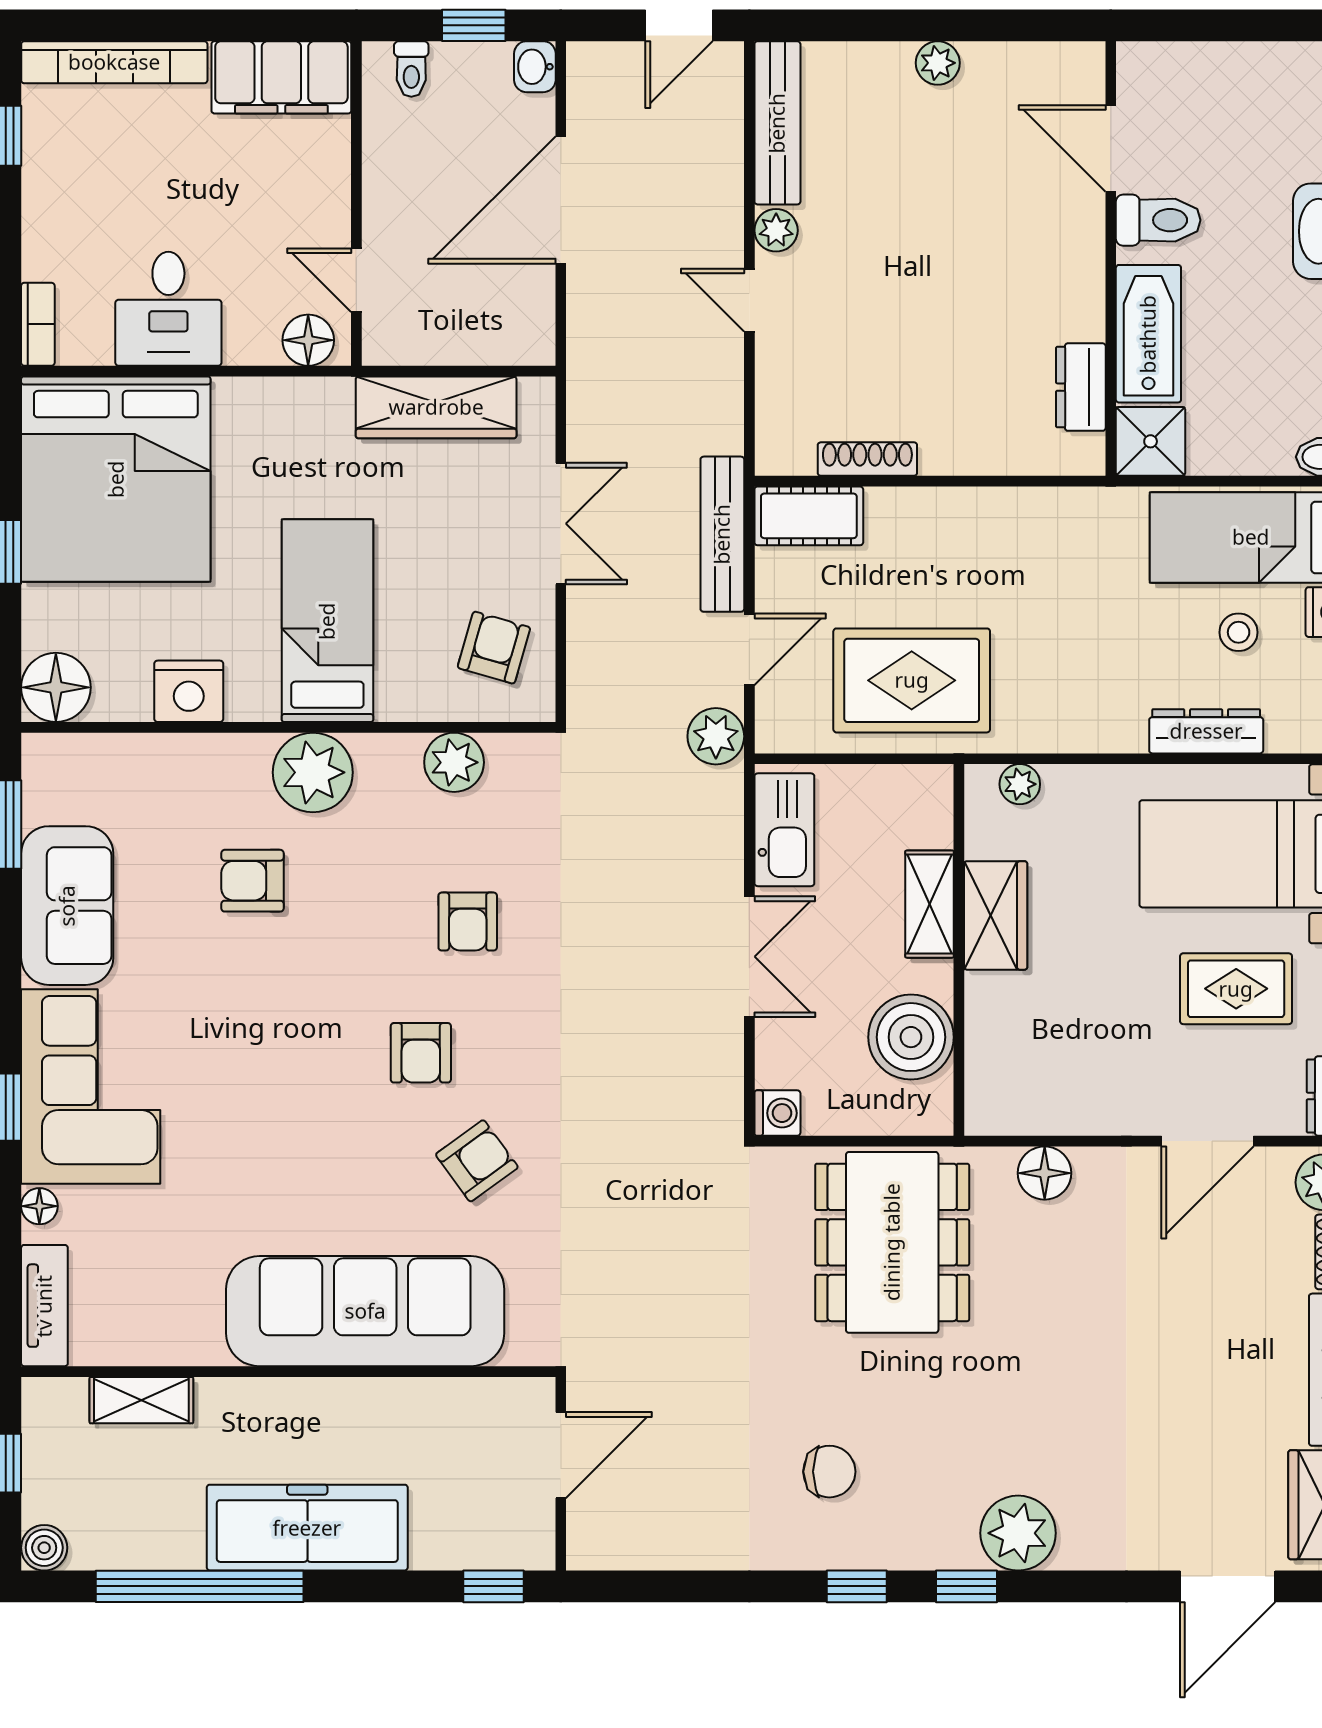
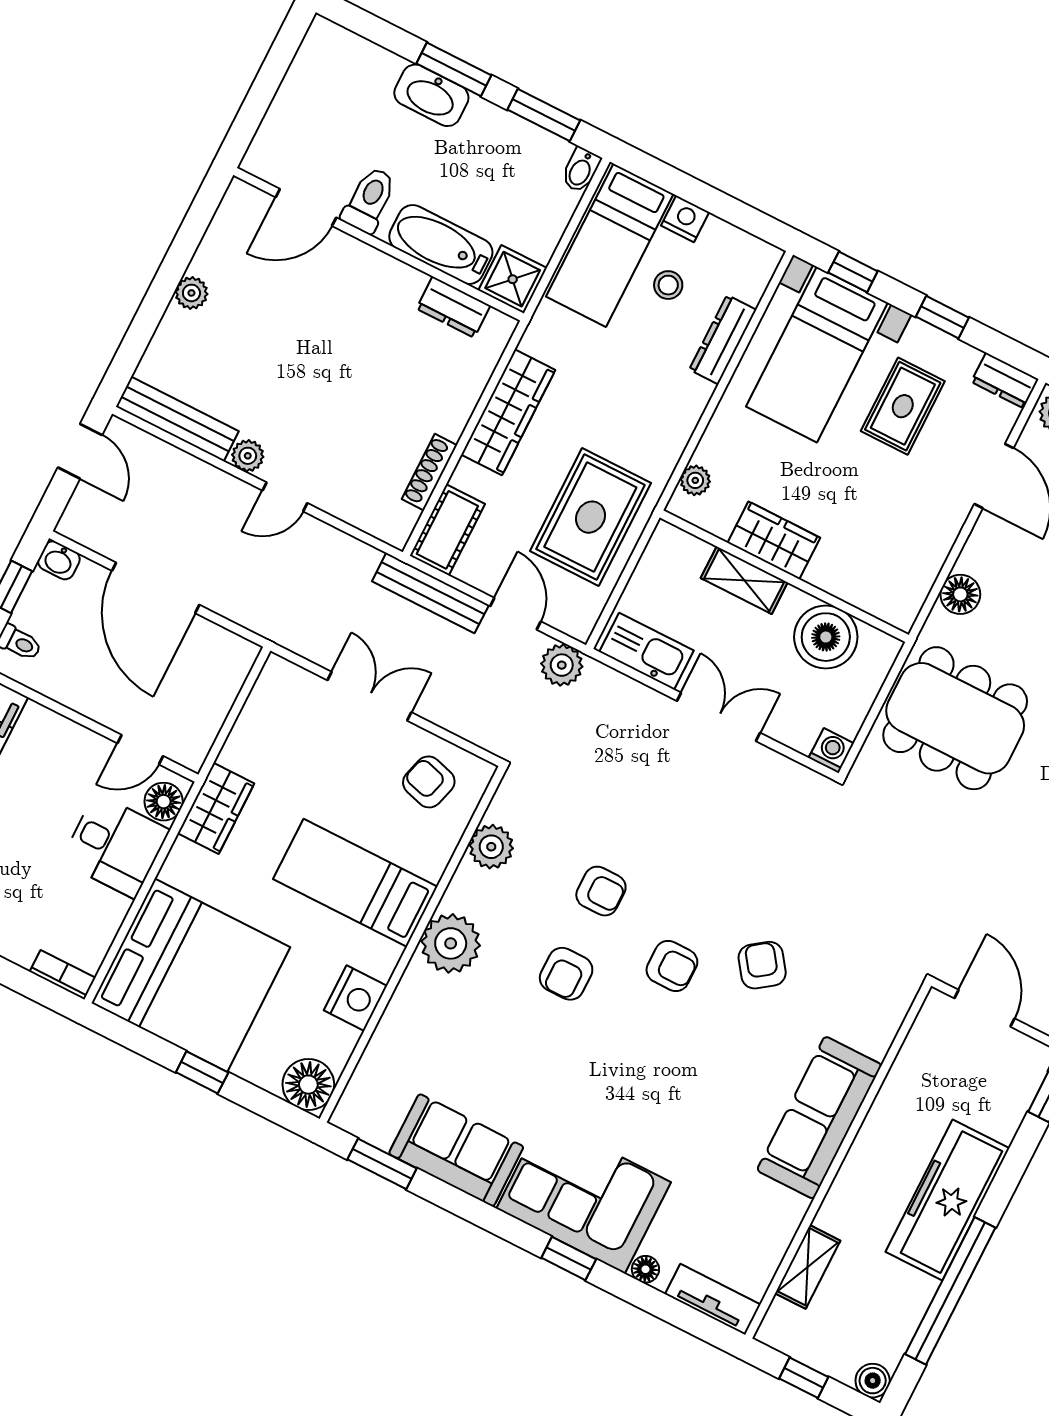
desk: (168, 309) -> (115, 846), moved
wardrobe: (436, 407) -> (216, 808), moved, width x0.67
wardrobe: (988, 517) -> (508, 412), added
armchair: (253, 881) -> (566, 974), moved
sofa: (365, 1311) -> (819, 1118), width x0.74, depth x0.79

